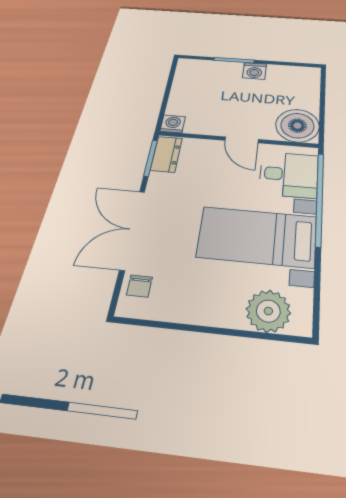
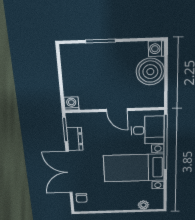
washing machine: (255, 71) -> (156, 49), moved, turned 90
boiler: (297, 126) -> (150, 72), moved
dresser: (166, 154) -> (75, 139), moved
plant: (268, 311) -> (143, 205), width x0.53, depth x0.53

